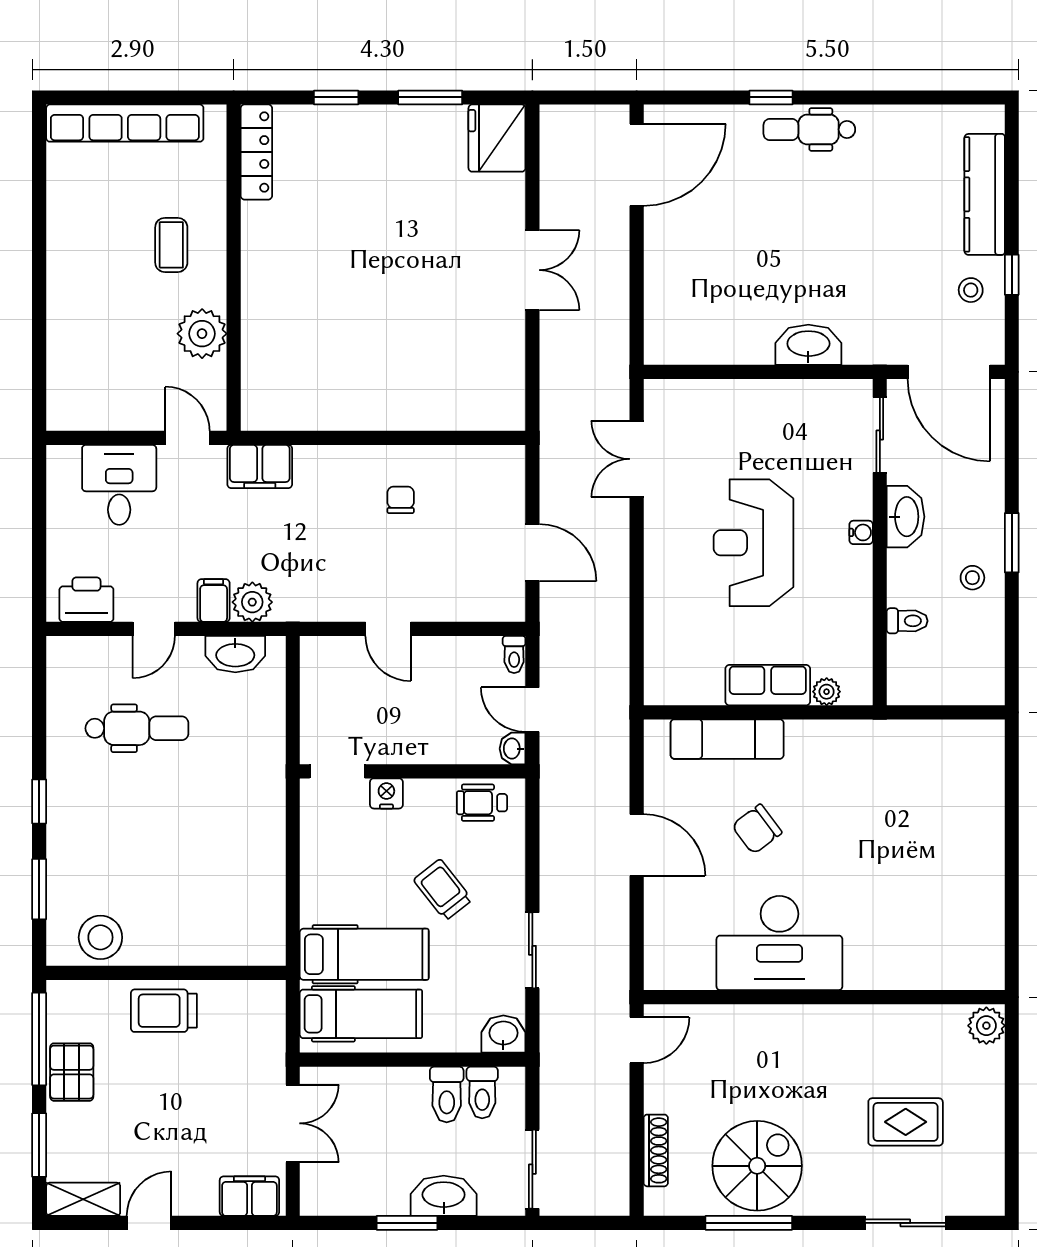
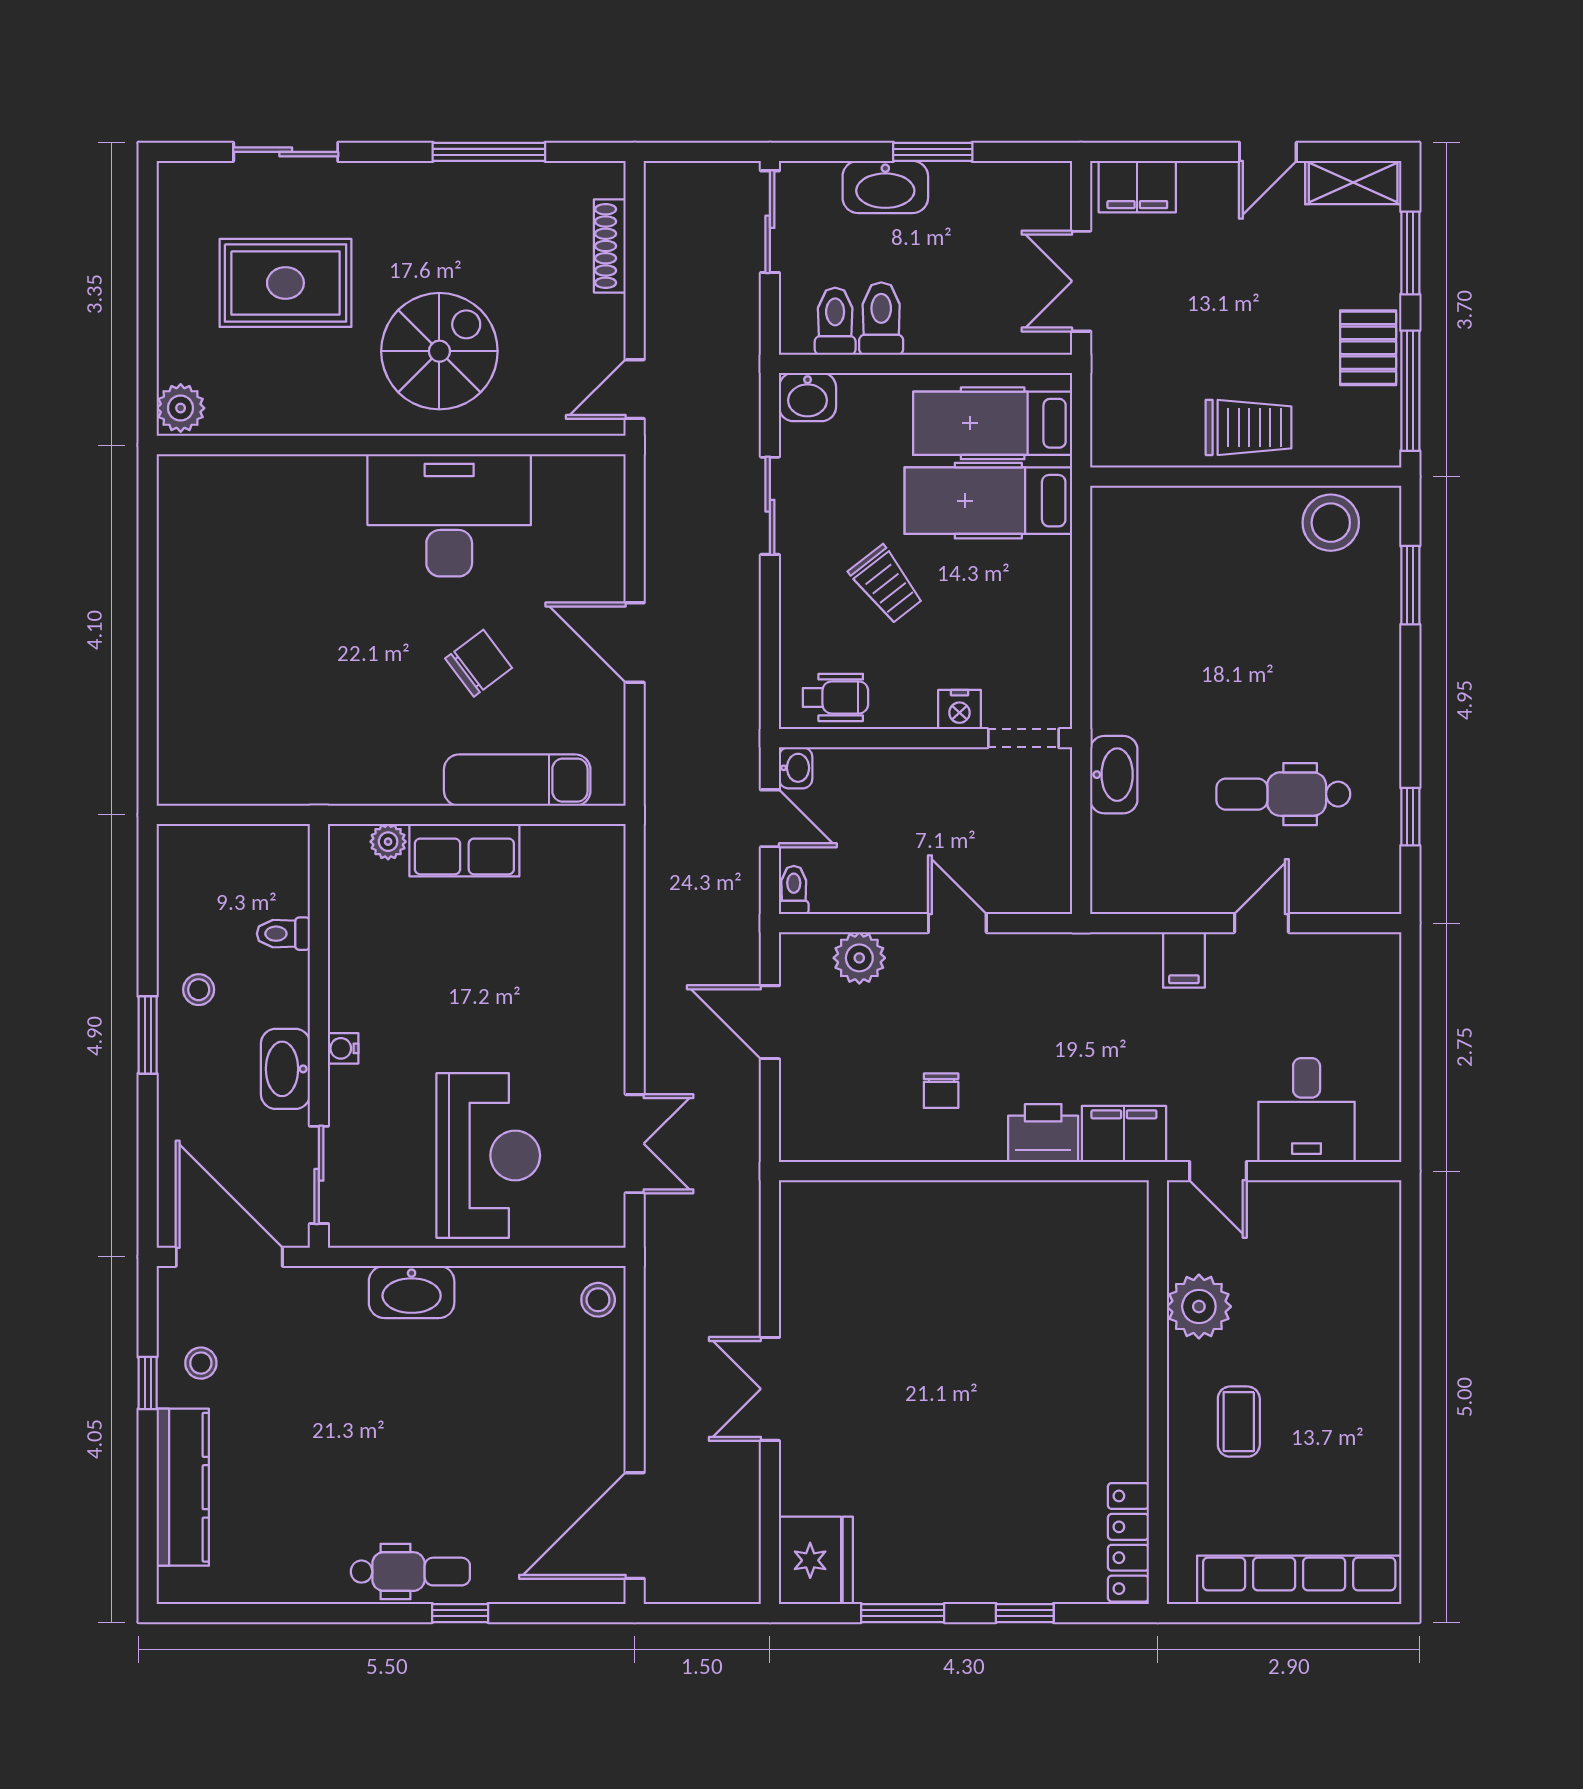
stool: (665, 339) -> (598, 1300), added
reception desk: (753, 543) -> (488, 1156), moved
printer: (86, 600) -> (1043, 1133), moved, turned 180
plant: (252, 602) -> (859, 958), moved
washbasin: (235, 654) -> (1114, 775), moved, turned 90
window: (39, 801) -> (1410, 817), moved
rug: (906, 1122) -> (285, 283), width x1.36, depth x1.43
spiral stairs: (757, 1166) -> (439, 351), moved, turned 180

